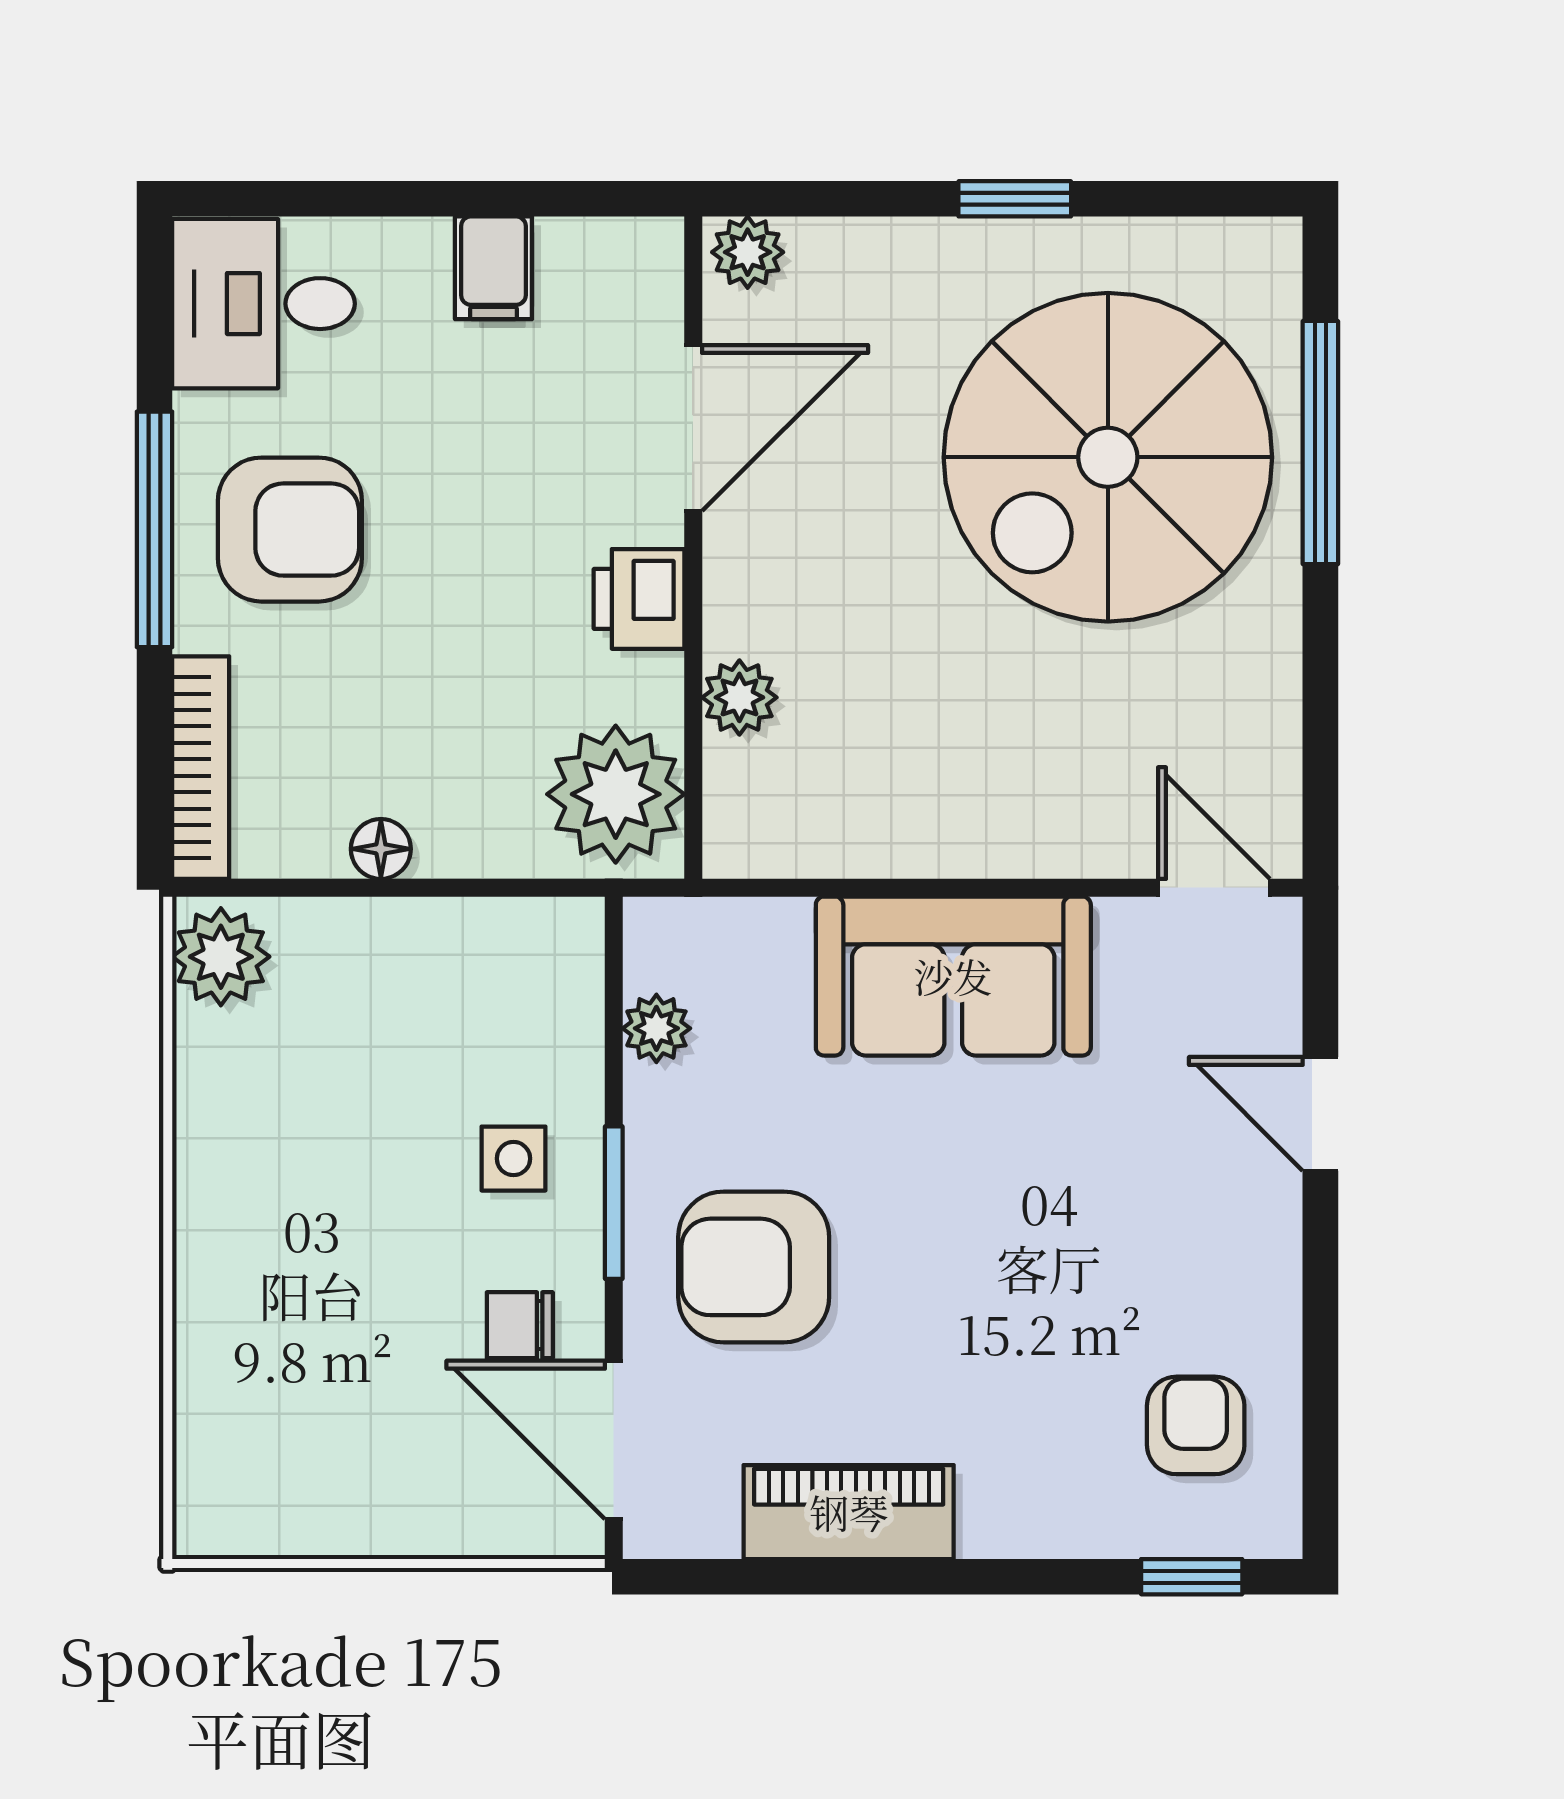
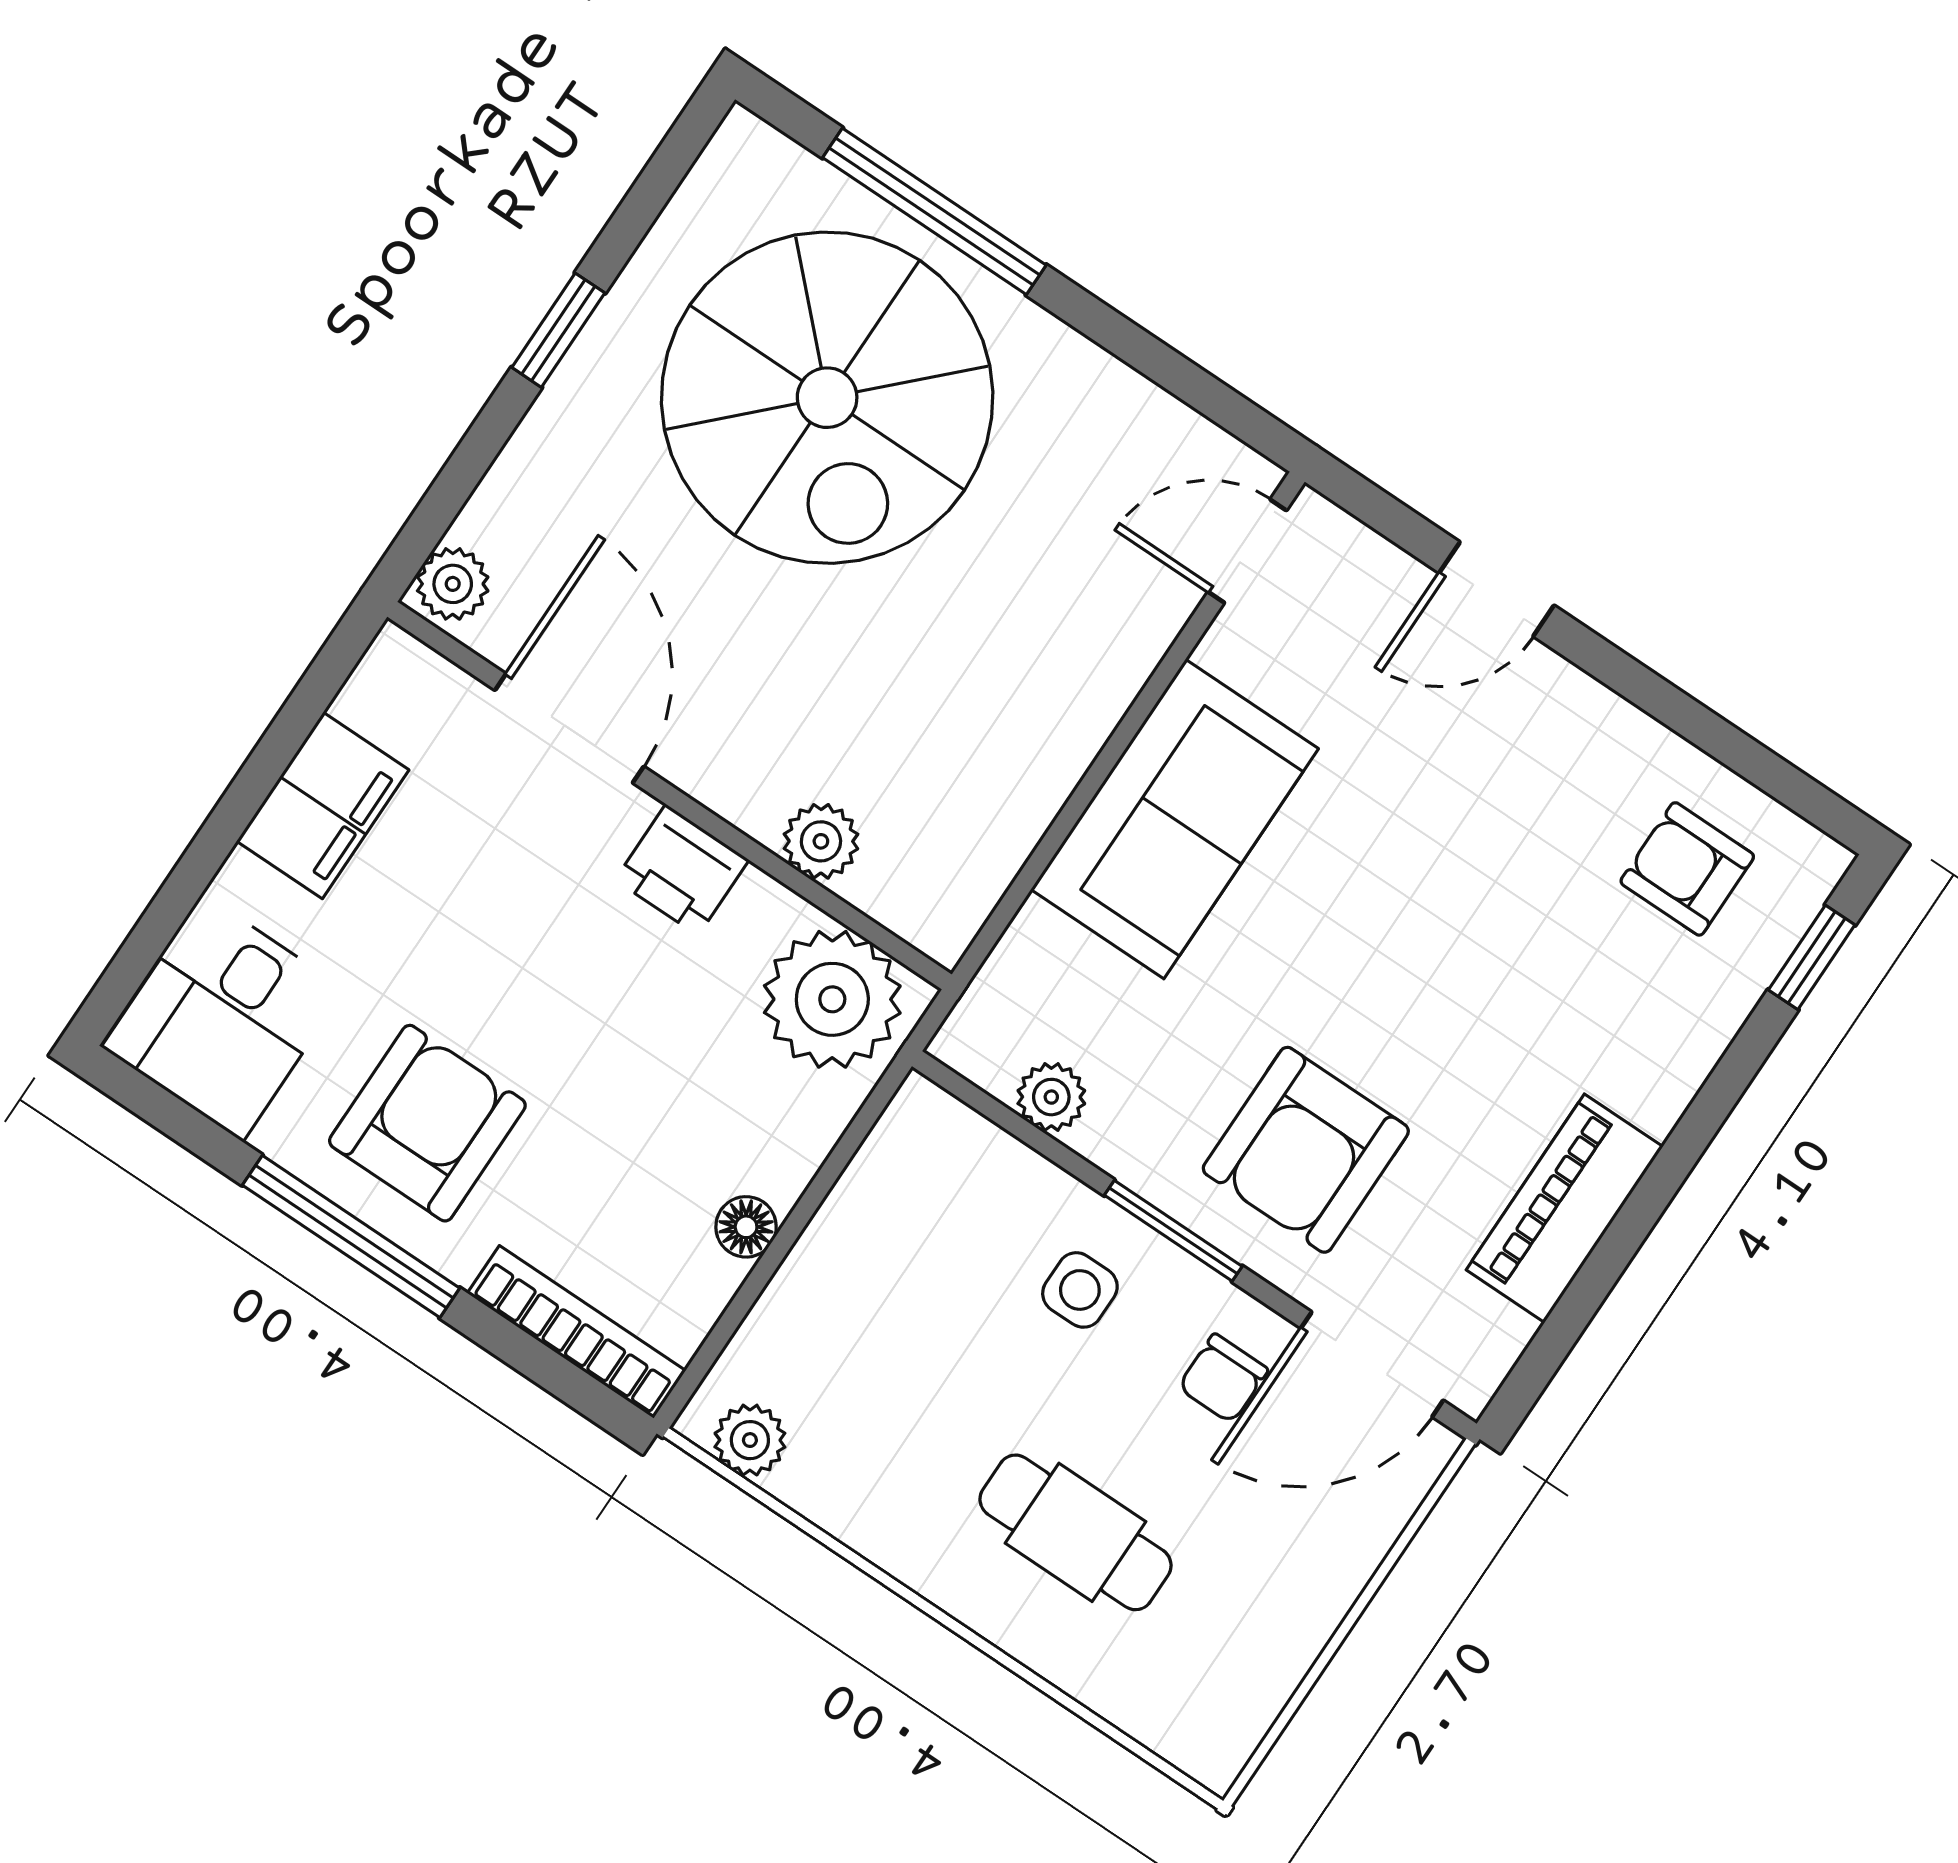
filing cabinet: (493, 268) -> (323, 805), width x2.00
plant: (221, 957) -> (750, 1440), width x0.73, depth x0.73
cafe table: (312, 1289) -> (1076, 1532), added

